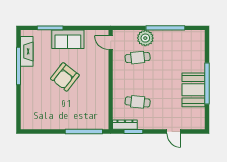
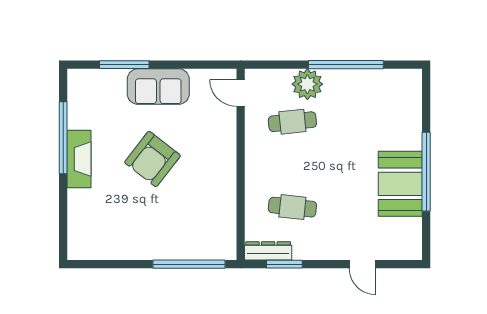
fireplace: (27, 51) -> (79, 159), moved

